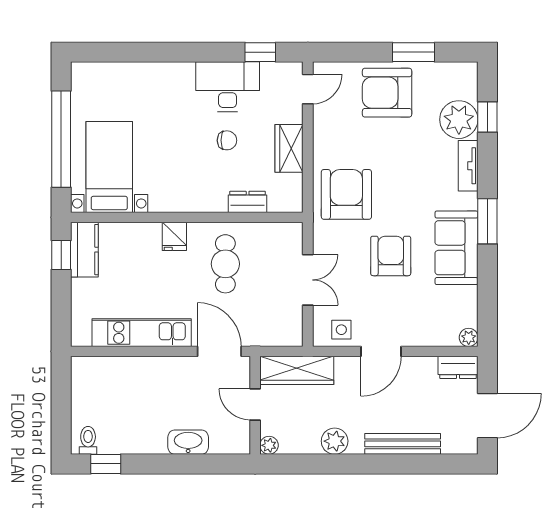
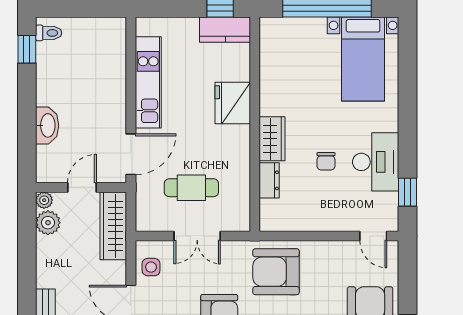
wardrobe: (289, 148) -> (272, 139), moved, turned 90
bed with nightstands: (109, 167) -> (363, 59), moved, turned 90
armchair: (346, 194) -> (276, 272), turned 180
fridge: (174, 236) -> (233, 103), width x1.88, depth x1.34
cafe table: (225, 264) -> (191, 188), moved
plant: (335, 441) -> (48, 223), moved

